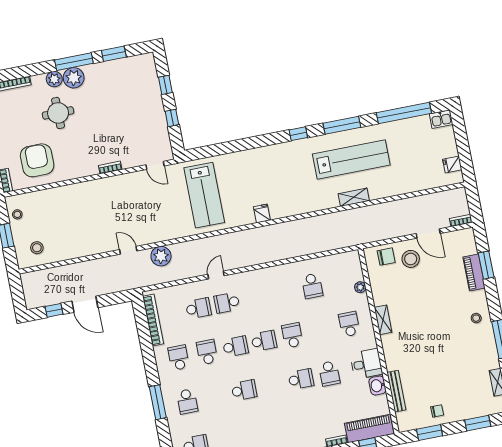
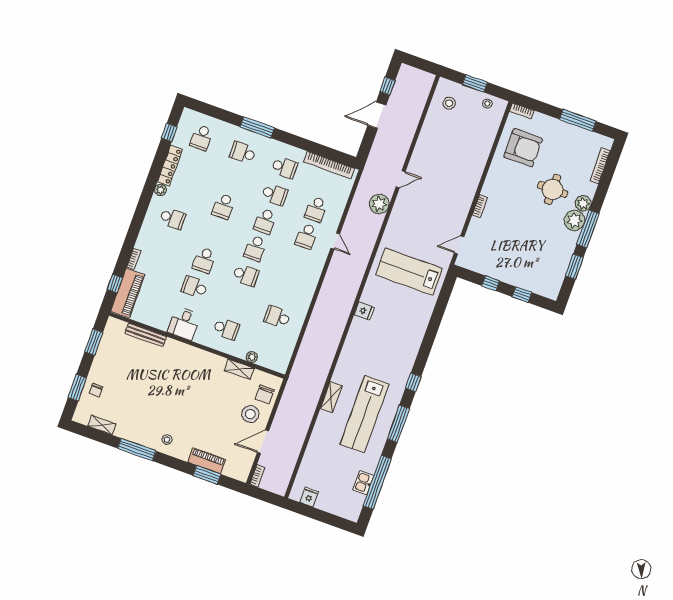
kitchen sink: (441, 119) -> (363, 483), moved
school desk: (227, 303) -> (306, 236), turned 180
shelving: (383, 320) -> (239, 369), moved
washbasin: (377, 386) -> (160, 322), removed
chair: (437, 411) -> (96, 390), moved
school desk: (281, 428) -> (172, 218), added

